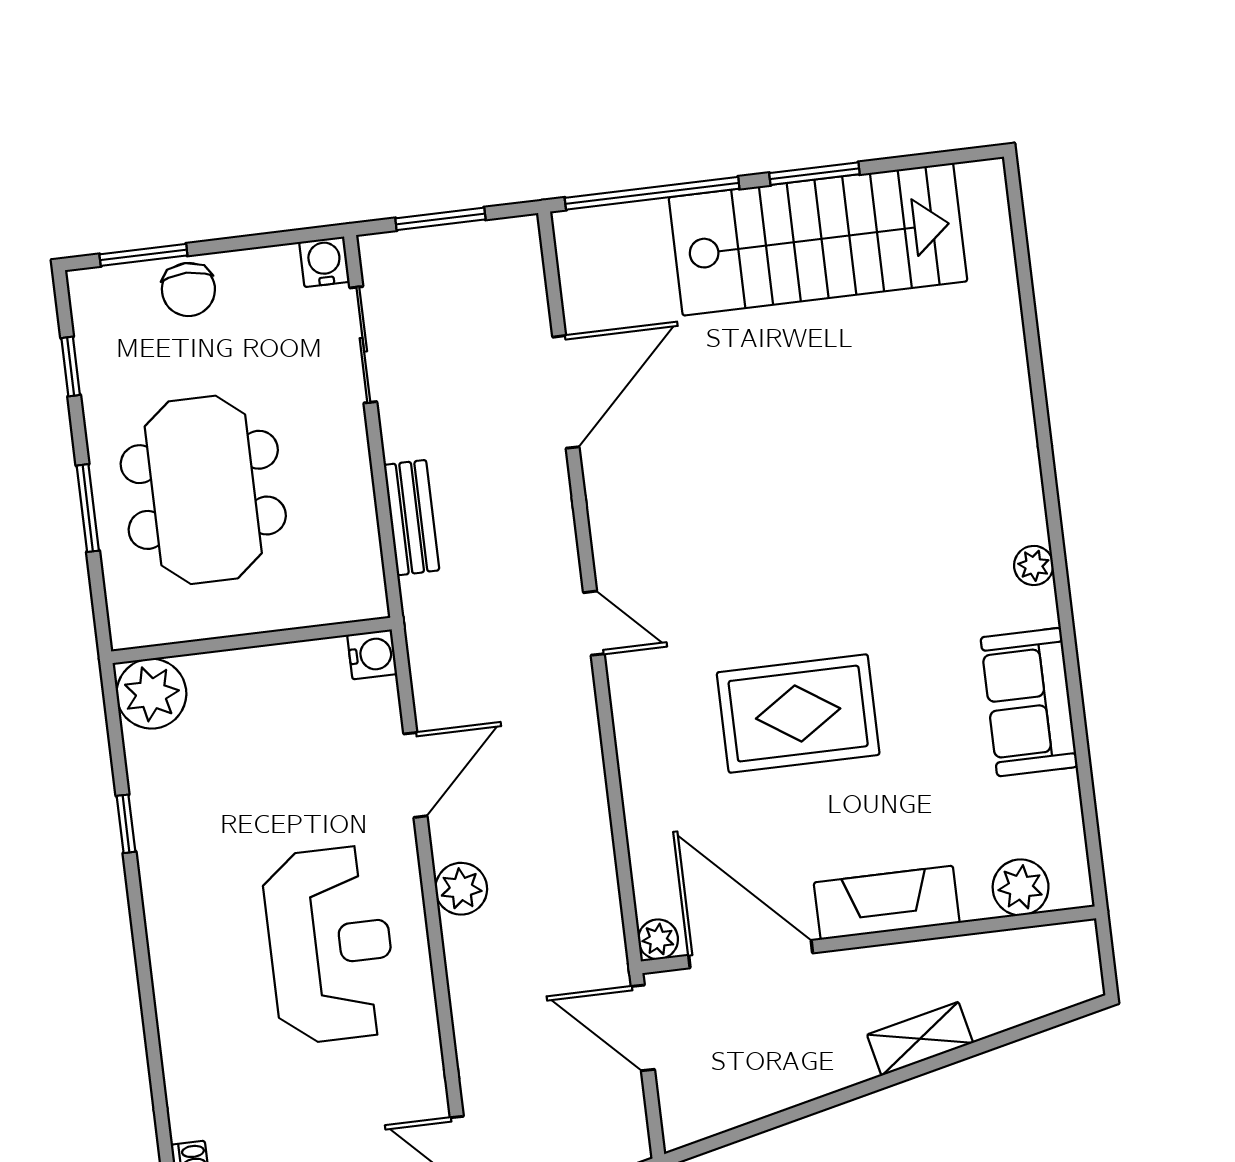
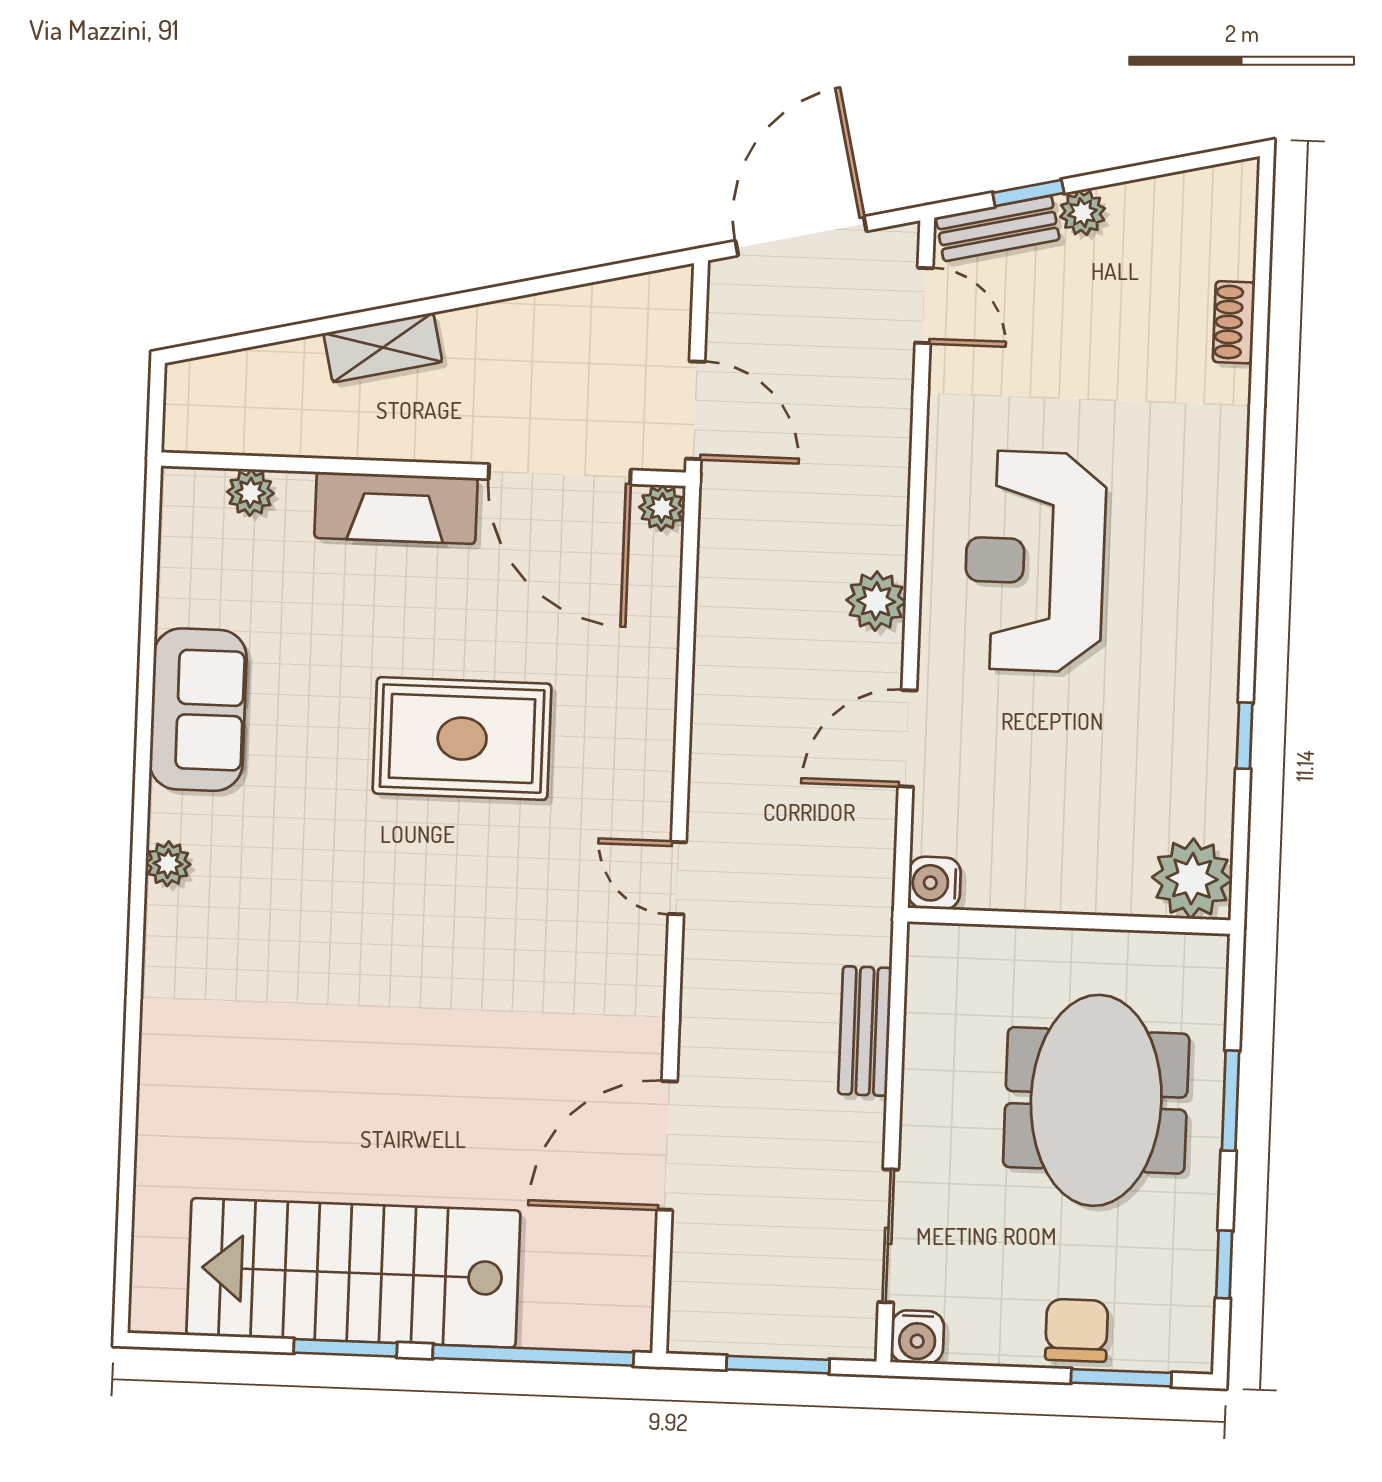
plant: (1021, 887) -> (250, 493), width x0.73, depth x0.73

